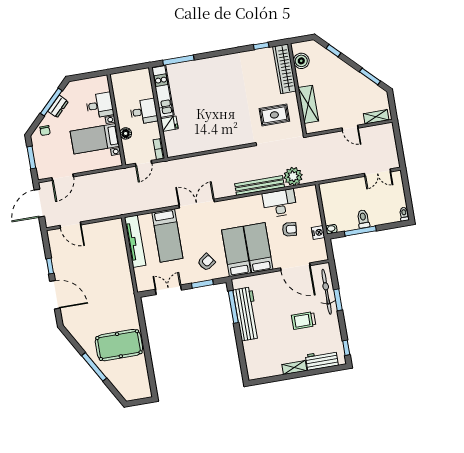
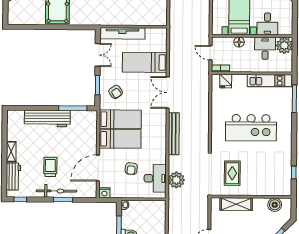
wardrobe: (284, 69) -> (270, 189), removed
plant: (120, 82) -> (284, 45), added
kitchen island: (220, 103) -> (251, 128), added
desk: (144, 112) -> (265, 48), moved, turned 180
fridge: (169, 124) -> (226, 81), moved
bench: (260, 185) -> (174, 134), moved
desk: (280, 203) -> (155, 178), moved
double door: (197, 204) -> (168, 93), swing flipped
nightstand: (318, 232) -> (104, 193), moved
tv unit: (135, 241) -> (122, 33), moved
bicycle: (327, 292) -> (56, 191), moved
workbench: (247, 314) -> (47, 118), moved

